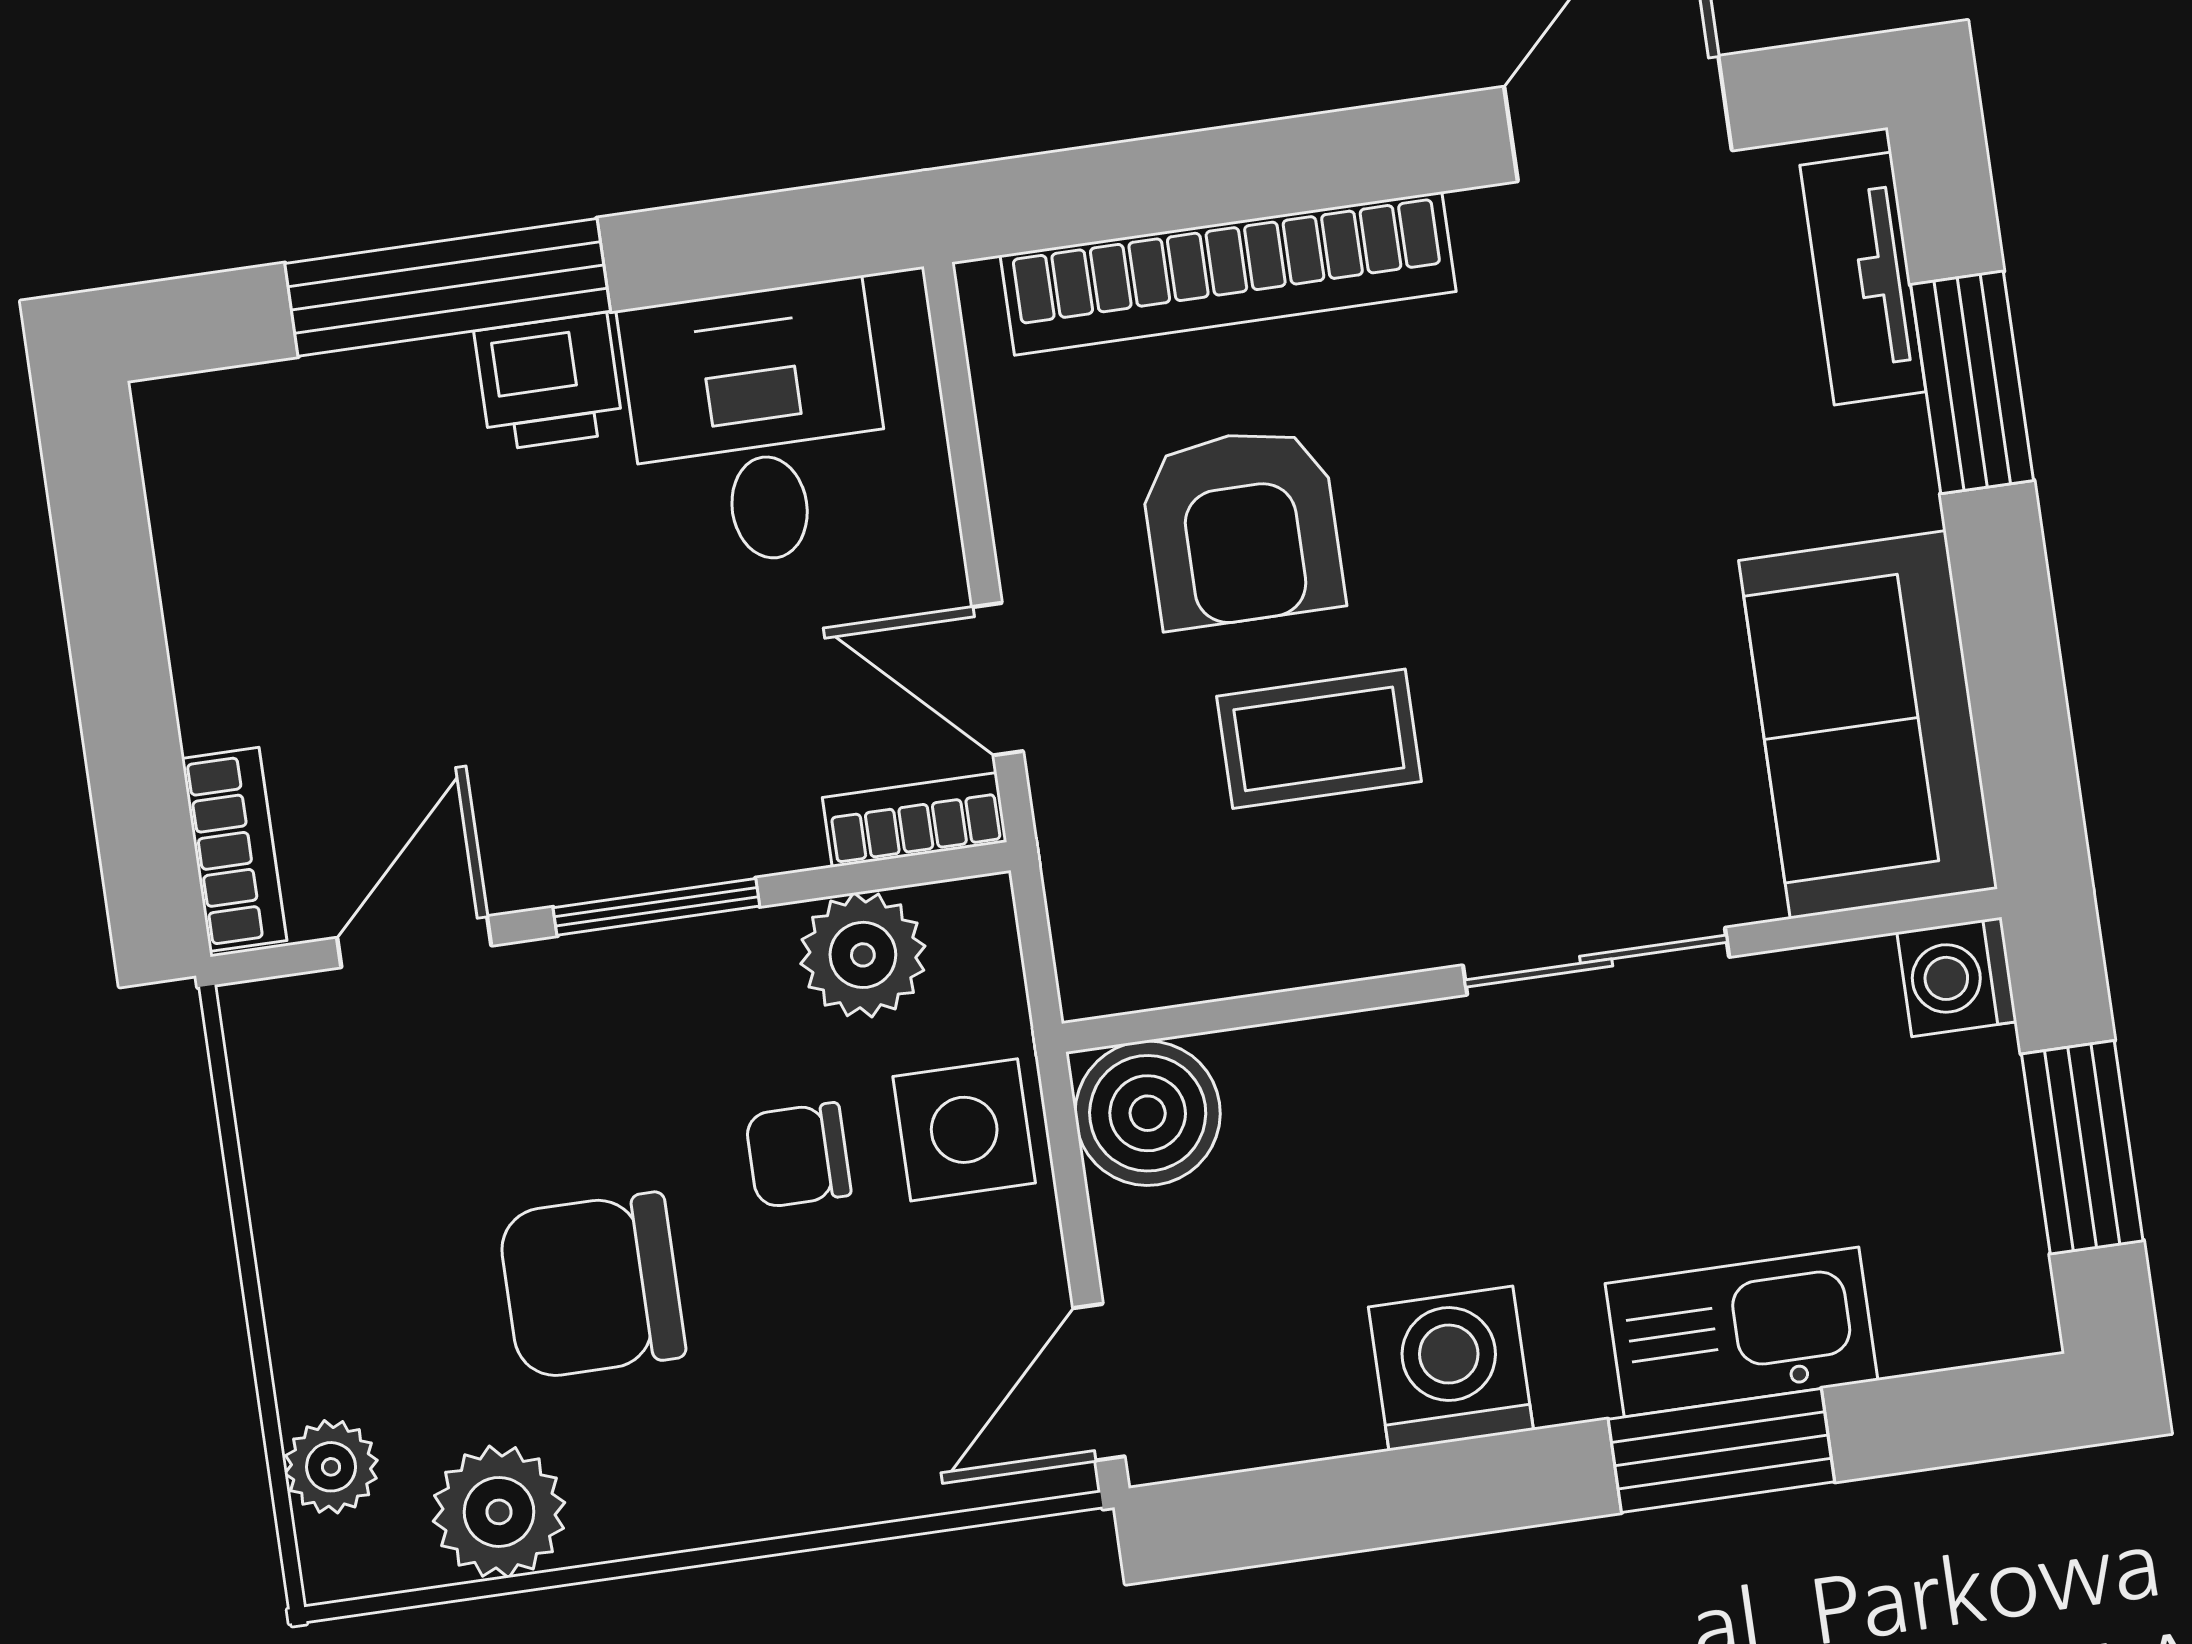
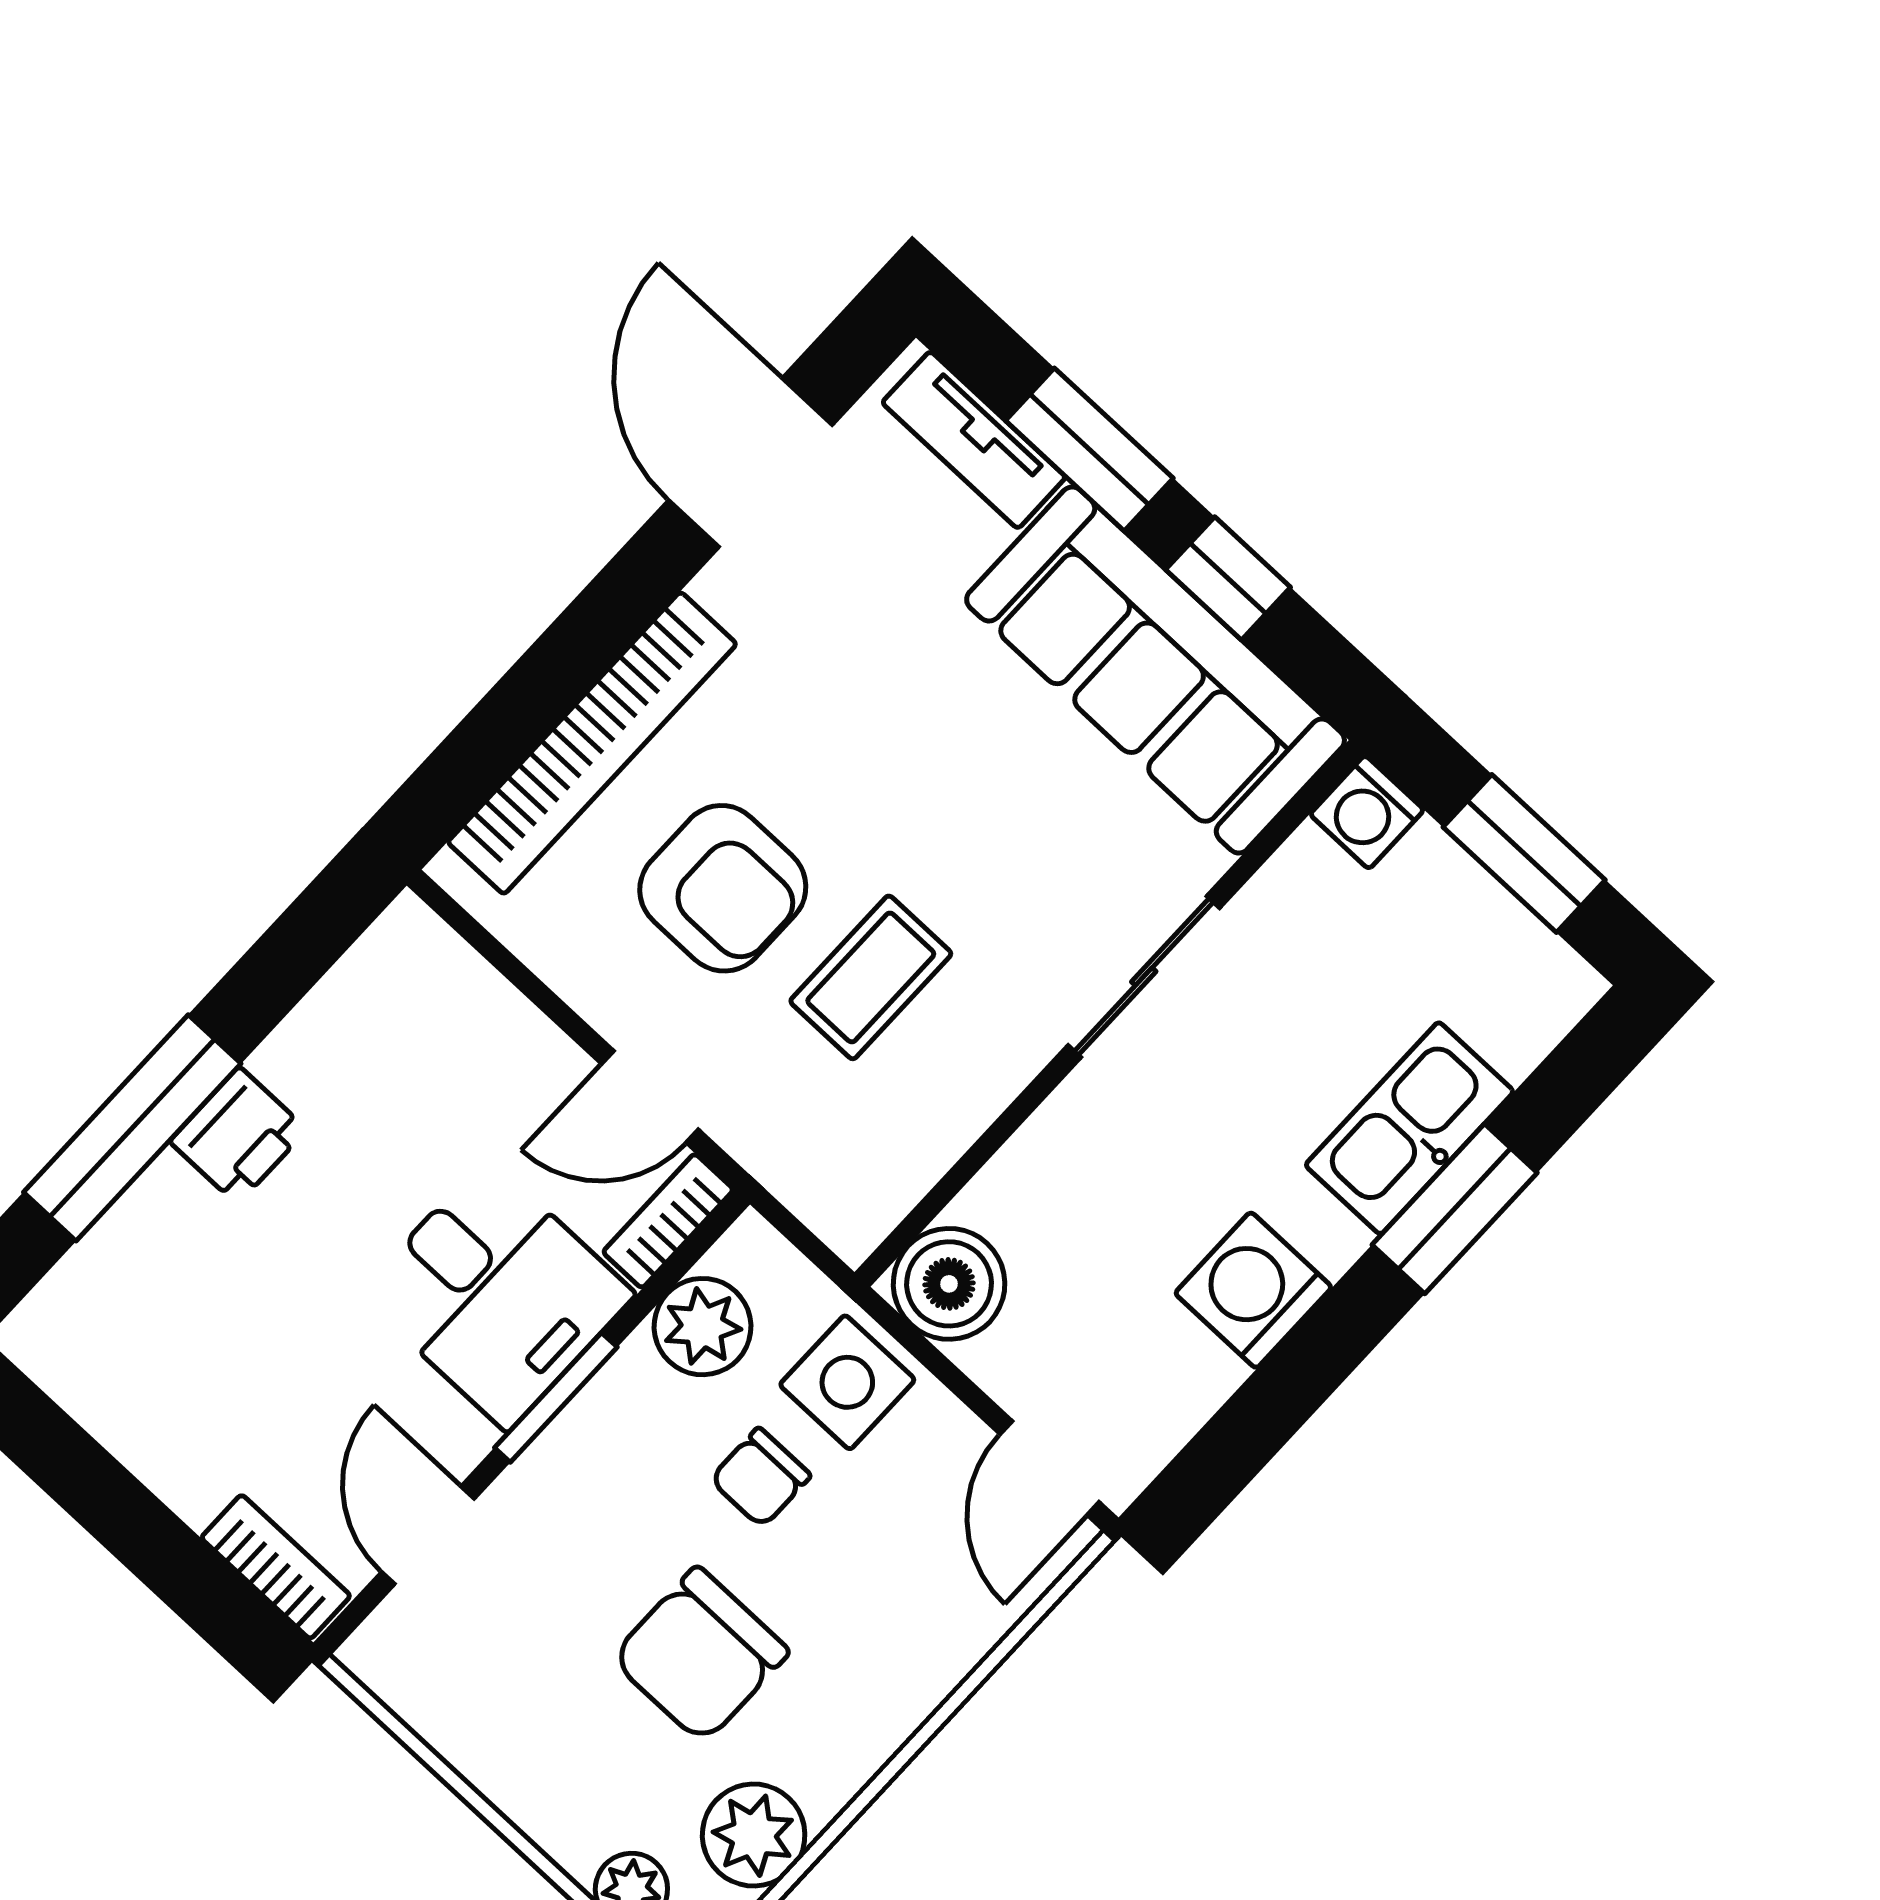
desk: (758, 425) -> (497, 1294), moved, turned 180
window: (2007, 626) -> (1228, 578), added
sofa: (1868, 725) -> (1156, 670), width x1.36

